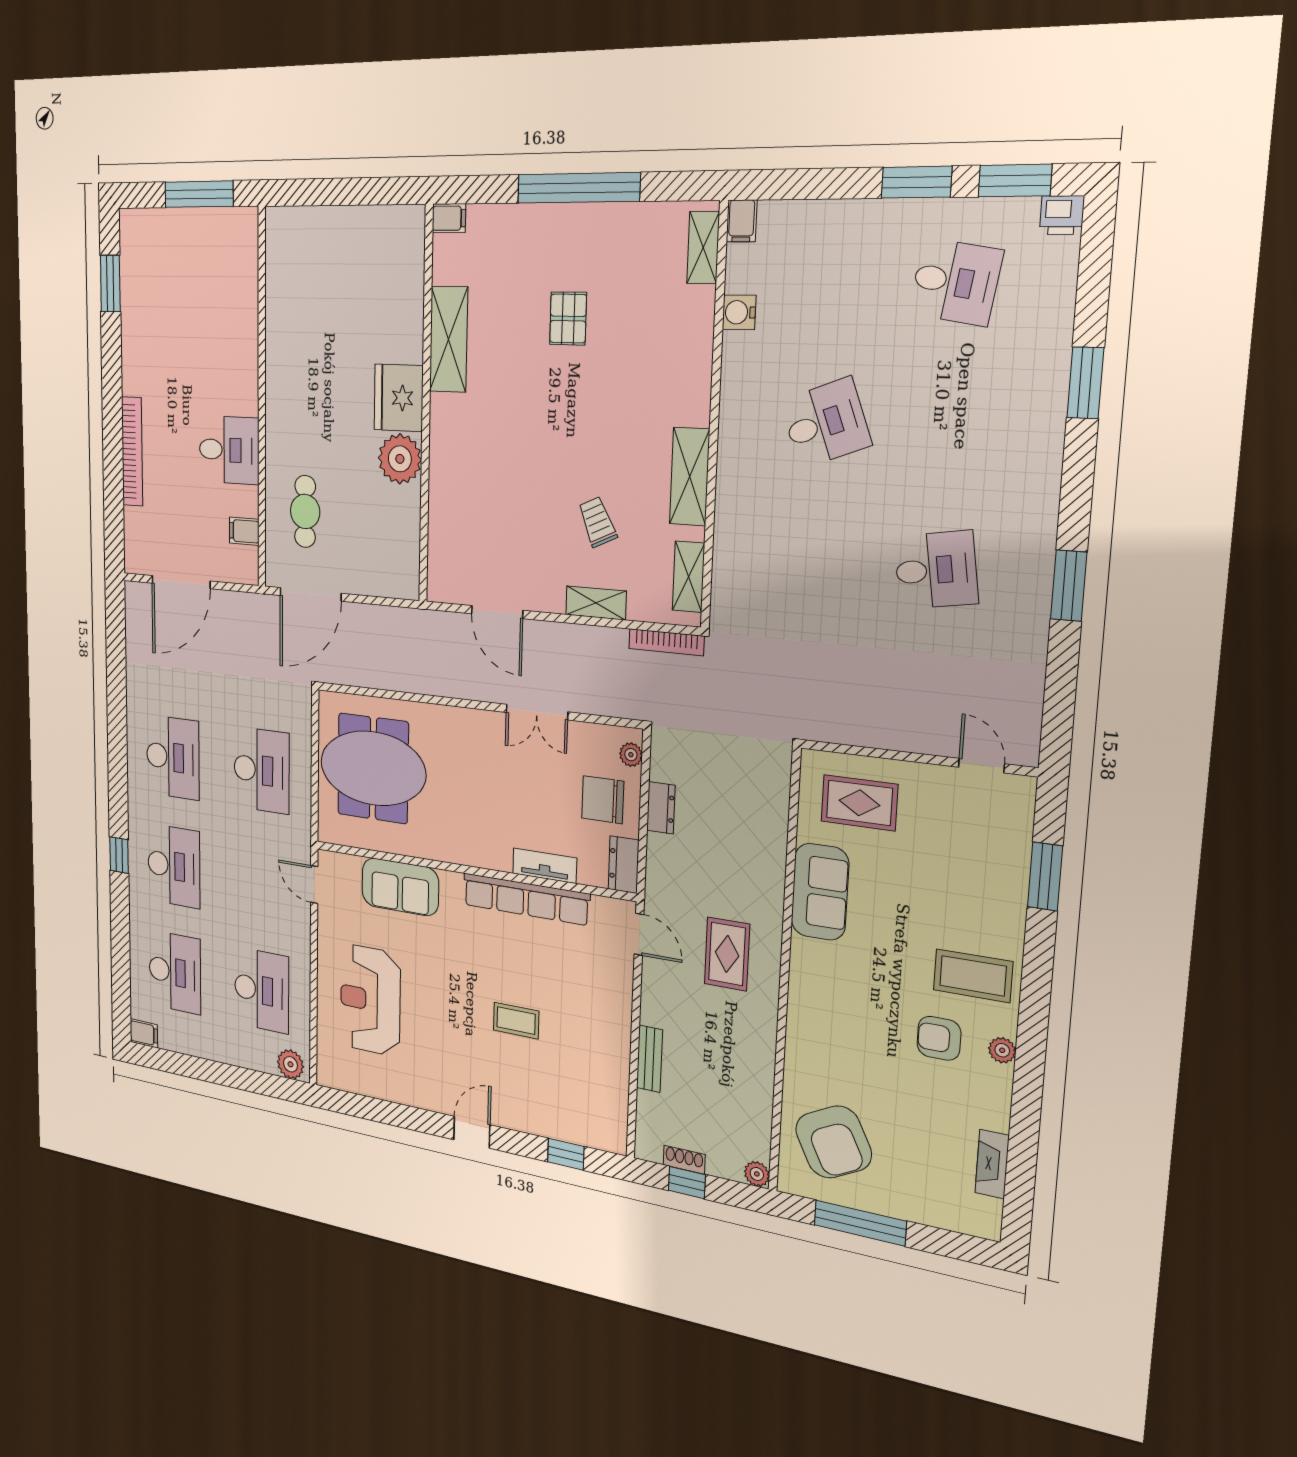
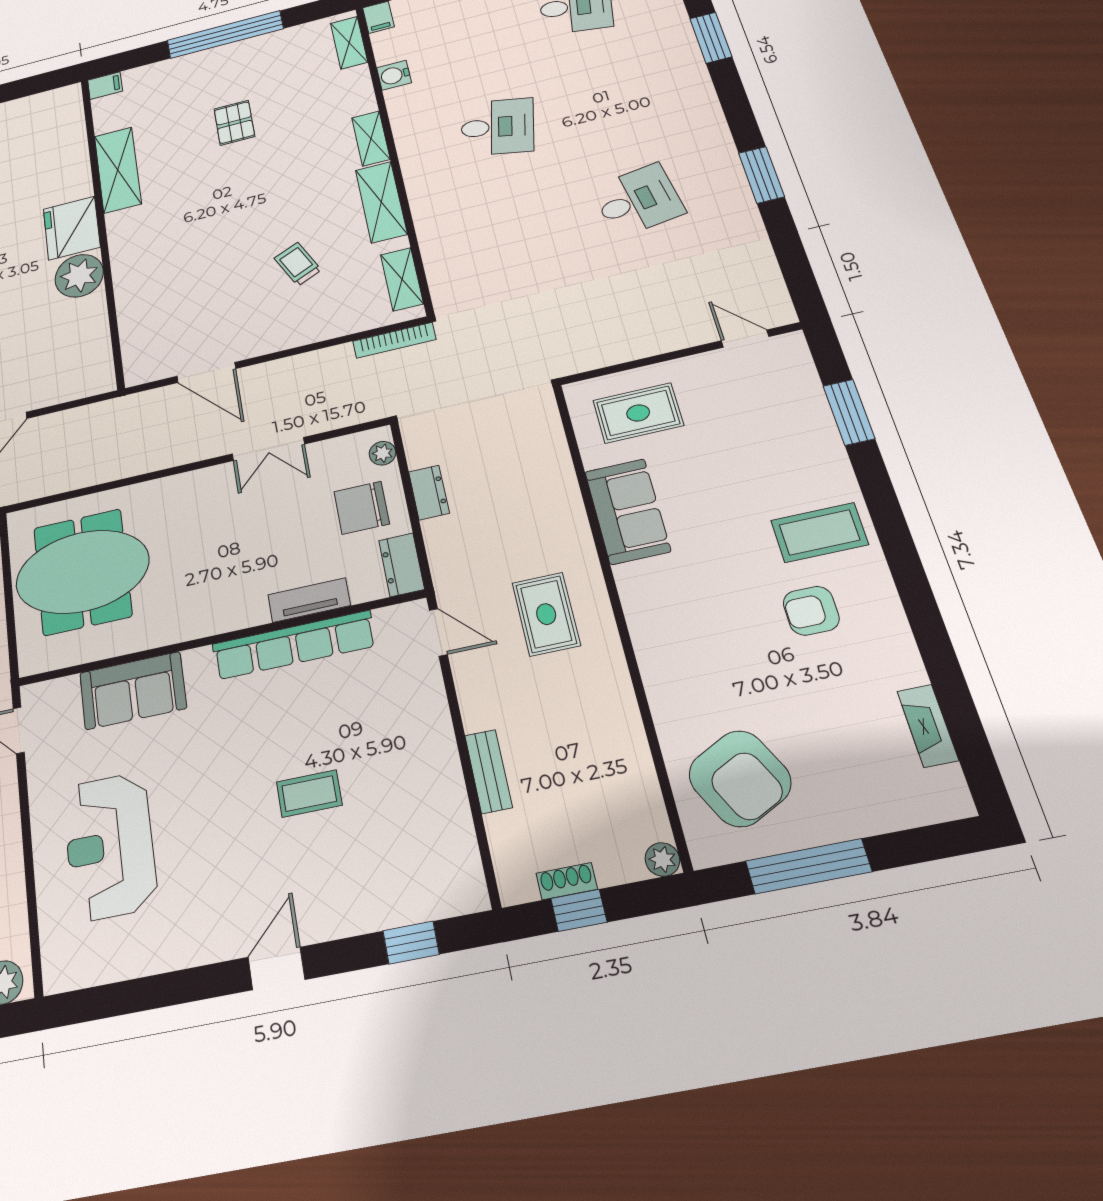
desk: (826, 423) -> (497, 127), turned 33
shelving: (596, 603) -> (371, 138), moved, turned 90
plant: (1002, 1050) -> (883, 596), removed

